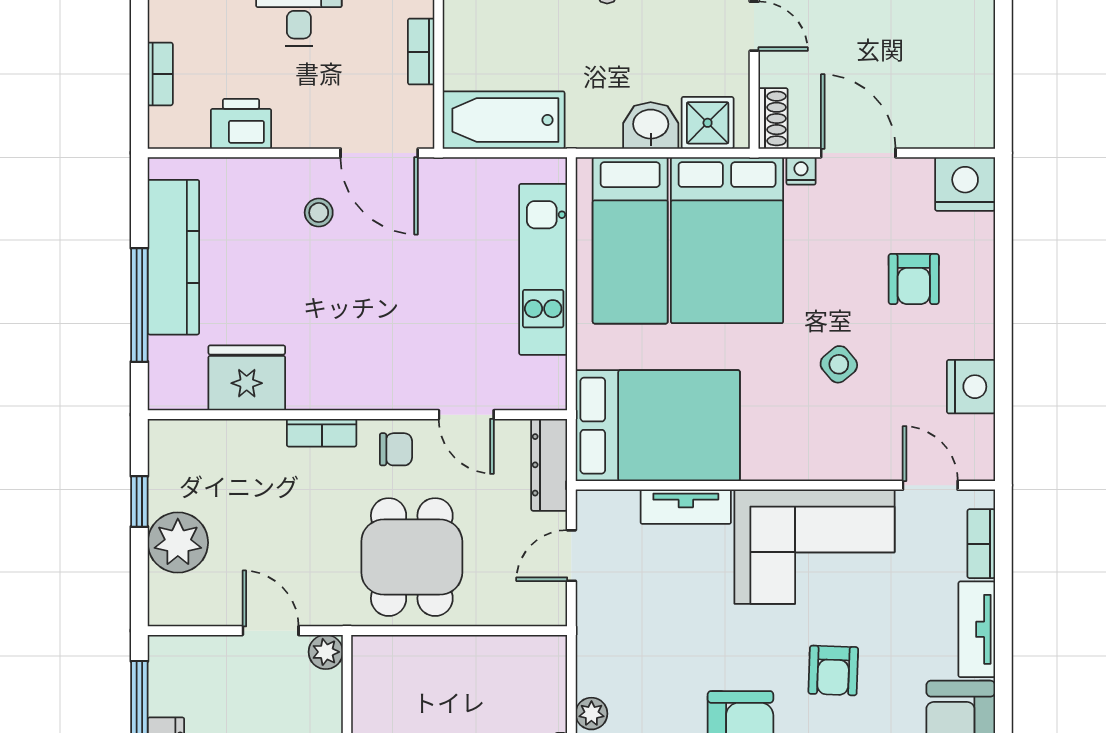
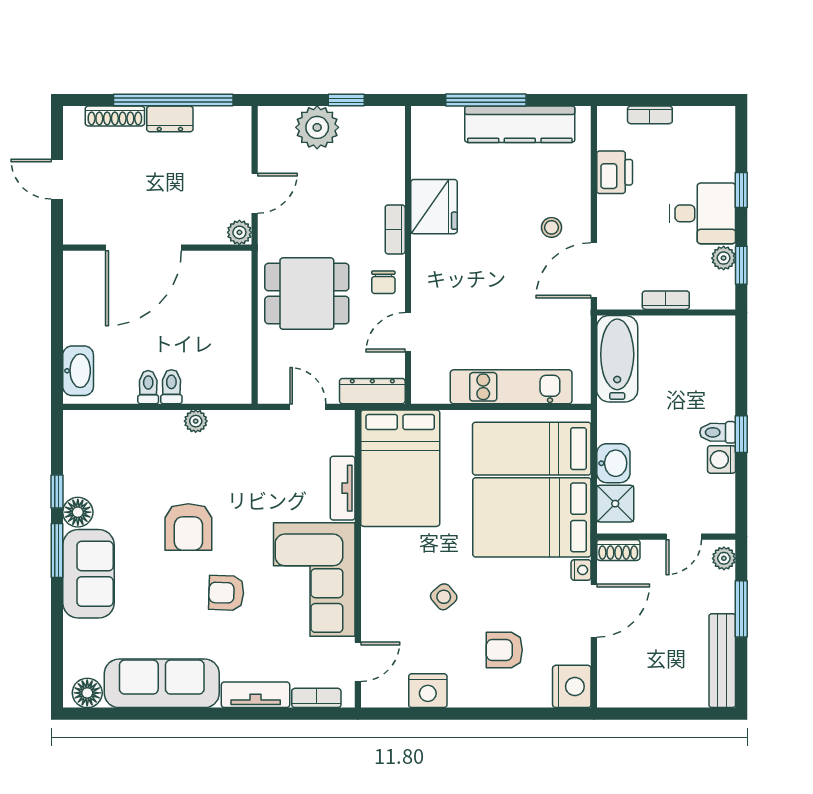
fridge: (247, 378) -> (434, 207), moved

